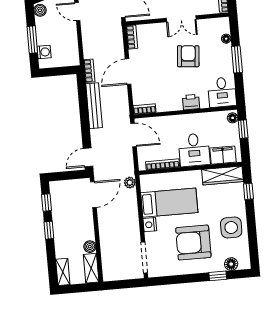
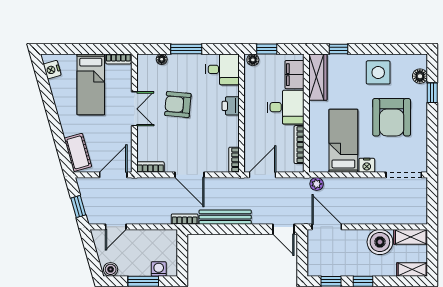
boiler: (90, 247) -> (380, 242), width x1.86, depth x1.86

